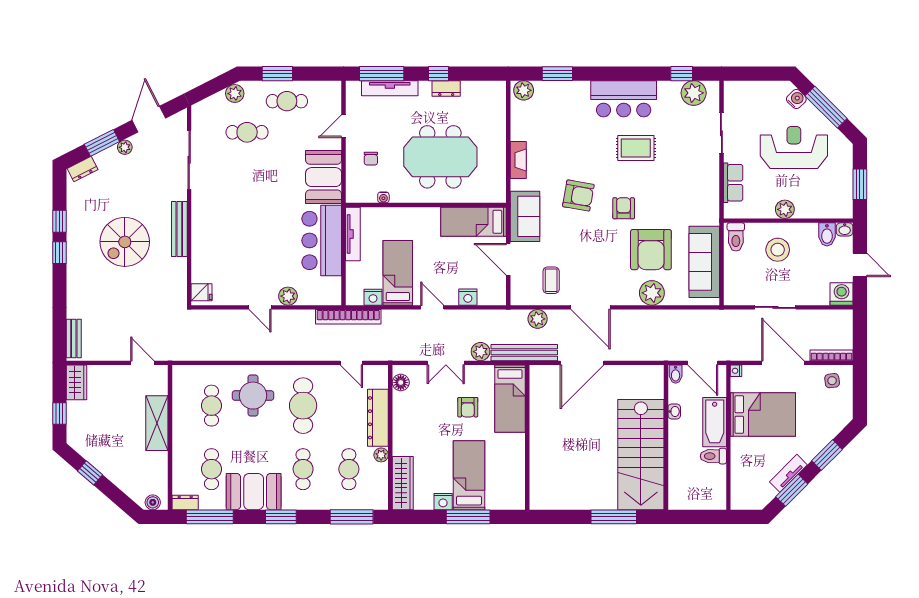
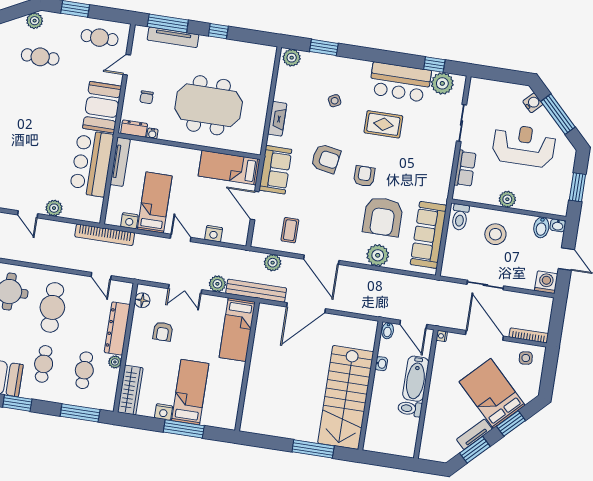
dresser: (446, 88) -> (134, 129), moved, turned 180
bar counter: (624, 99) -> (400, 82), moved
cafe table: (287, 101) -> (100, 38), moved
side table: (578, 130) -> (335, 101), added
armchair: (468, 407) -> (163, 332), moved
bed: (763, 414) -> (492, 393), moved, turned -135

